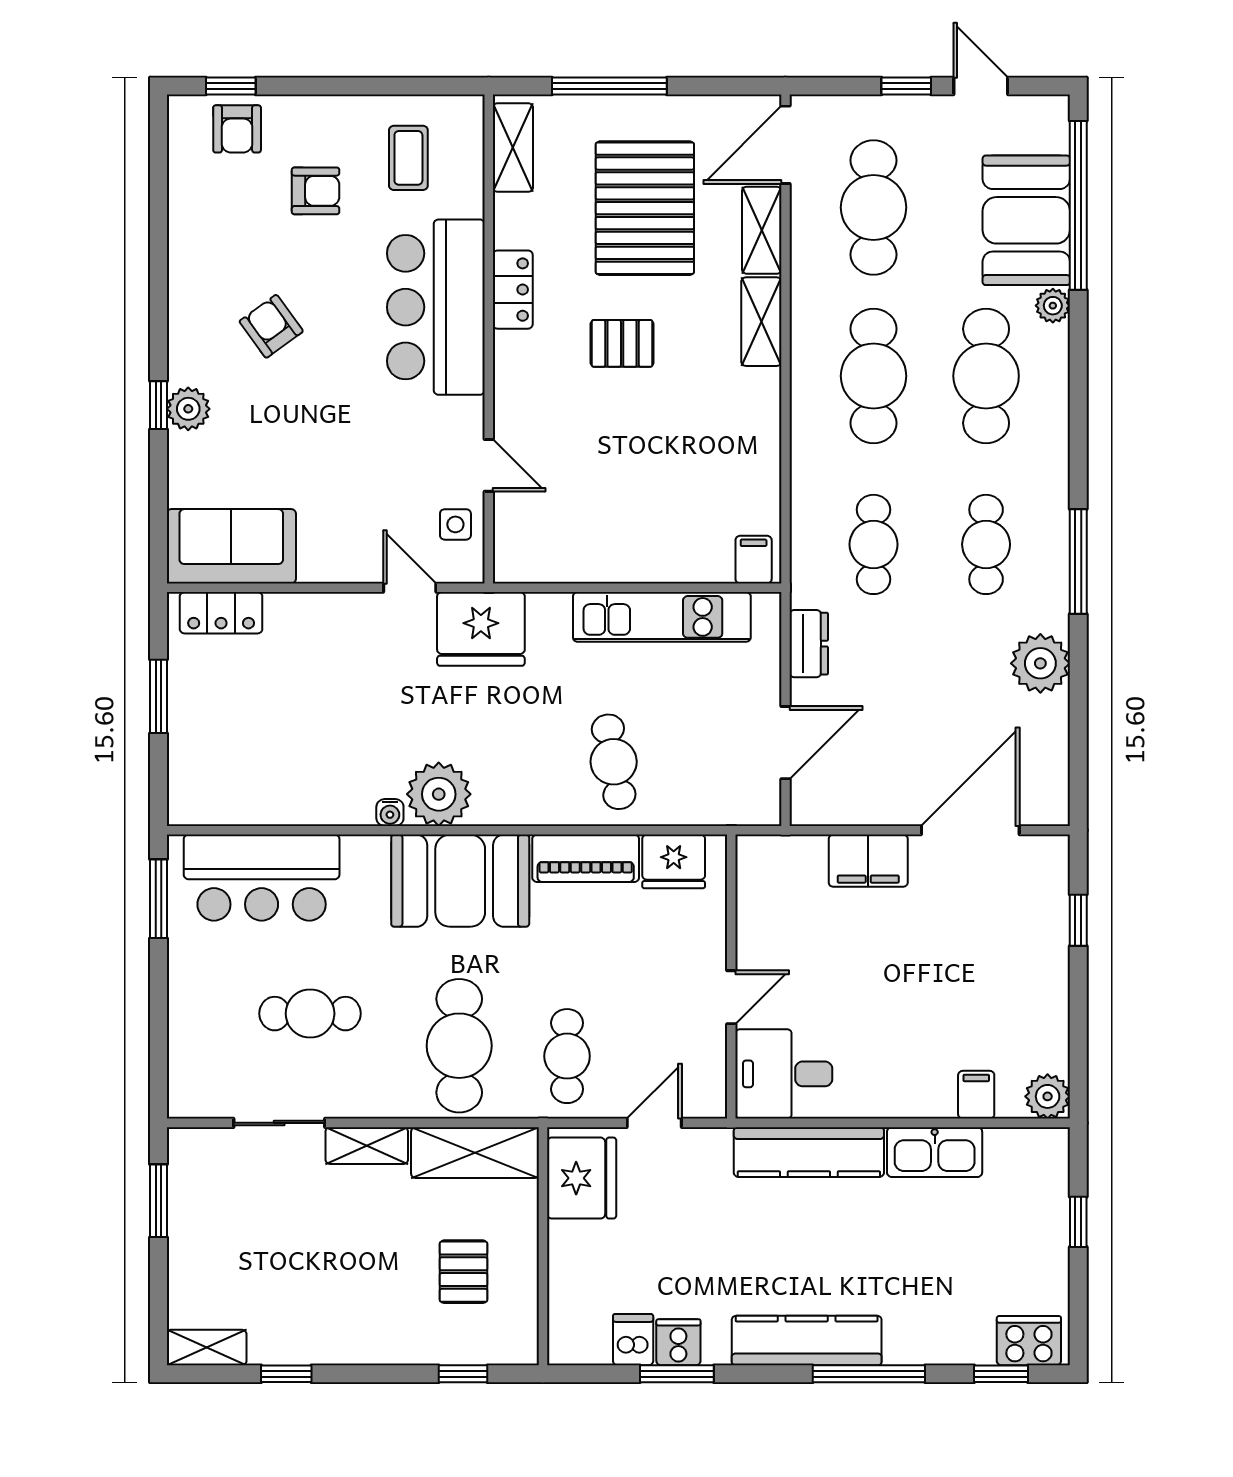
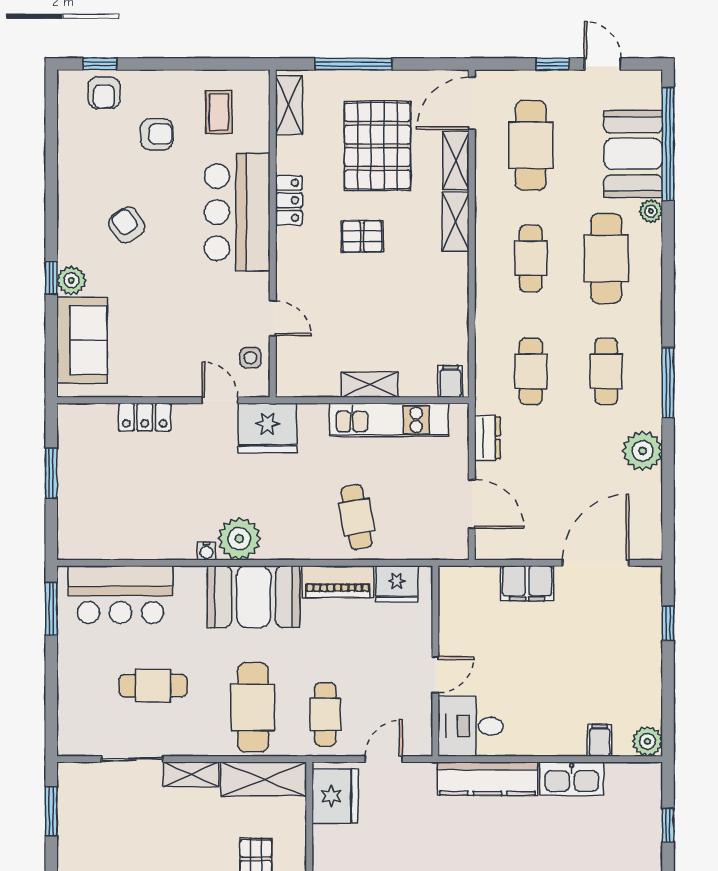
cafe table: (874, 376) -> (531, 258), width x0.73, depth x0.74
sofa: (231, 546) -> (82, 340), moved, turned 90
shelving: (633, 565) -> (370, 385), added
locker: (221, 613) -> (145, 417), moved
door: (786, 743) -> (472, 504), hinge flipped

